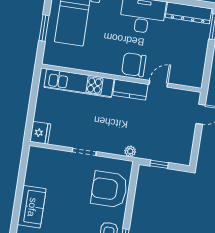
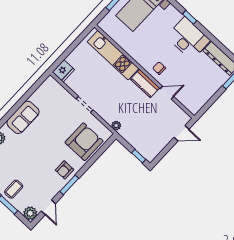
chair: (134, 65) -> (159, 68), width x0.54, depth x0.54
window: (159, 164) -> (139, 156), moved
armchair: (109, 189) -> (84, 142), turned 90

